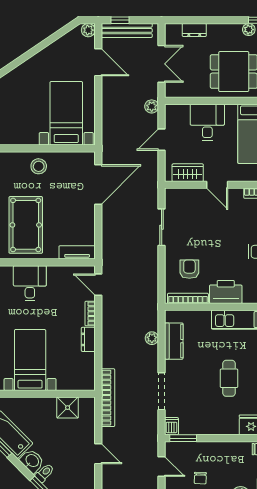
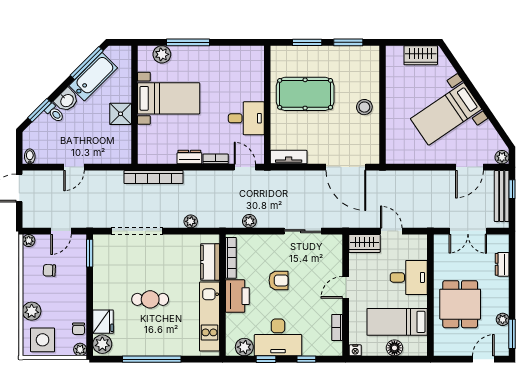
plant: (152, 106) -> (249, 221), moved
bed with nightstands: (66, 113) -> (446, 114), moved, turned 146
wardrobe: (188, 173) -> (365, 243), moved, turned 90
tv unit: (77, 252) -> (289, 157), moved, turned -90
armchair: (189, 269) -> (279, 280), moved
desk: (30, 283) -> (246, 118), moved
door: (98, 285) -> (245, 167), hinge flipped
kitchen counter: (174, 341) -> (210, 262), moved, turned 90
doorway: (162, 391) -> (137, 231), width x1.36
bookcase: (108, 398) -> (154, 177), moved
shower: (68, 408) -> (121, 114), moved
dishwasher: (172, 426) -> (102, 241), removed

